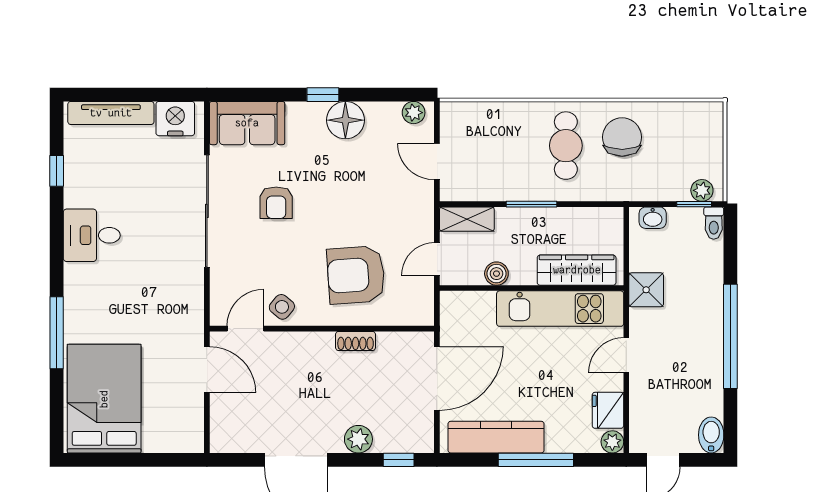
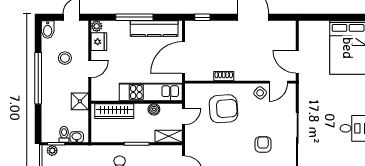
toilet: (714, 223) -> (64, 134), moved
kitchen unit: (560, 309) -> (151, 92), moved
stool: (676, 377) -> (65, 58), added
plant: (358, 439) -> (222, 27), removed

